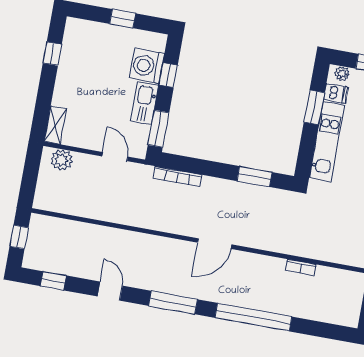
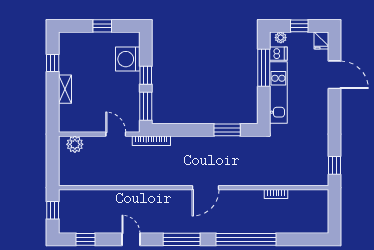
window: (168, 75) -> (146, 75), moved
kitchen sink: (145, 103) -> (131, 88), removed
window: (314, 107) -> (264, 68), width x1.44
shelving: (55, 125) -> (65, 89), moved
bookcase: (177, 176) -> (151, 141), moved

